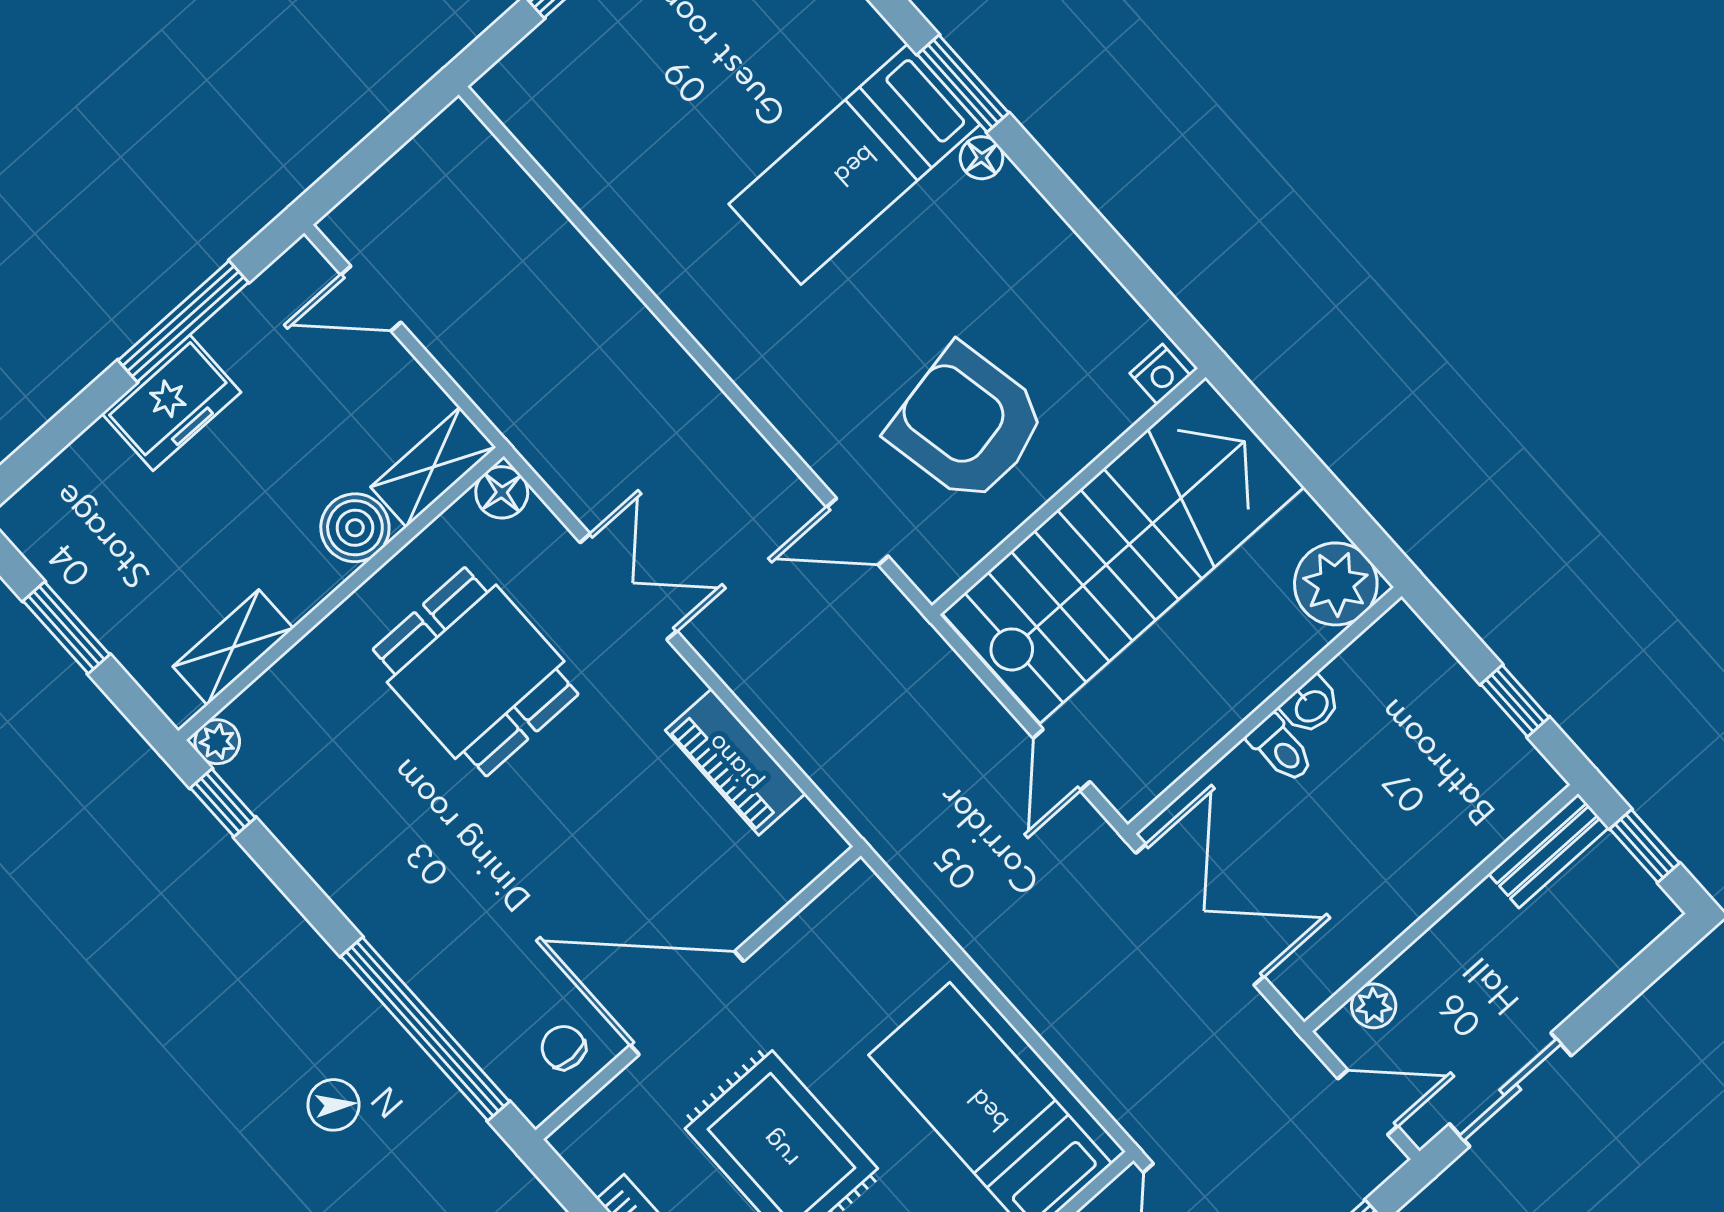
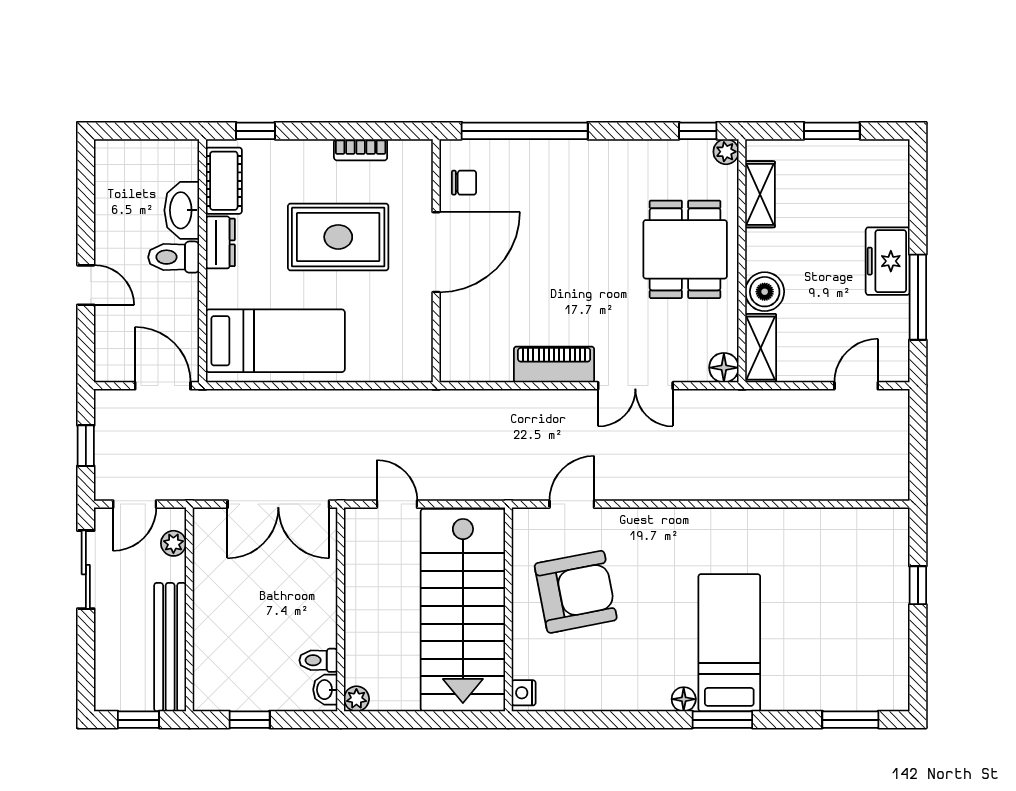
plant: (1336, 584) -> (356, 699), width x0.53, depth x0.53
dining table: (476, 672) -> (685, 249), moved, turned 90
washbasin: (1311, 705) -> (325, 690), moved
toilet: (1281, 749) -> (318, 660), moved
piano: (735, 762) -> (554, 364), moved
bench: (1549, 851) -> (170, 647), width x1.86, depth x1.21

